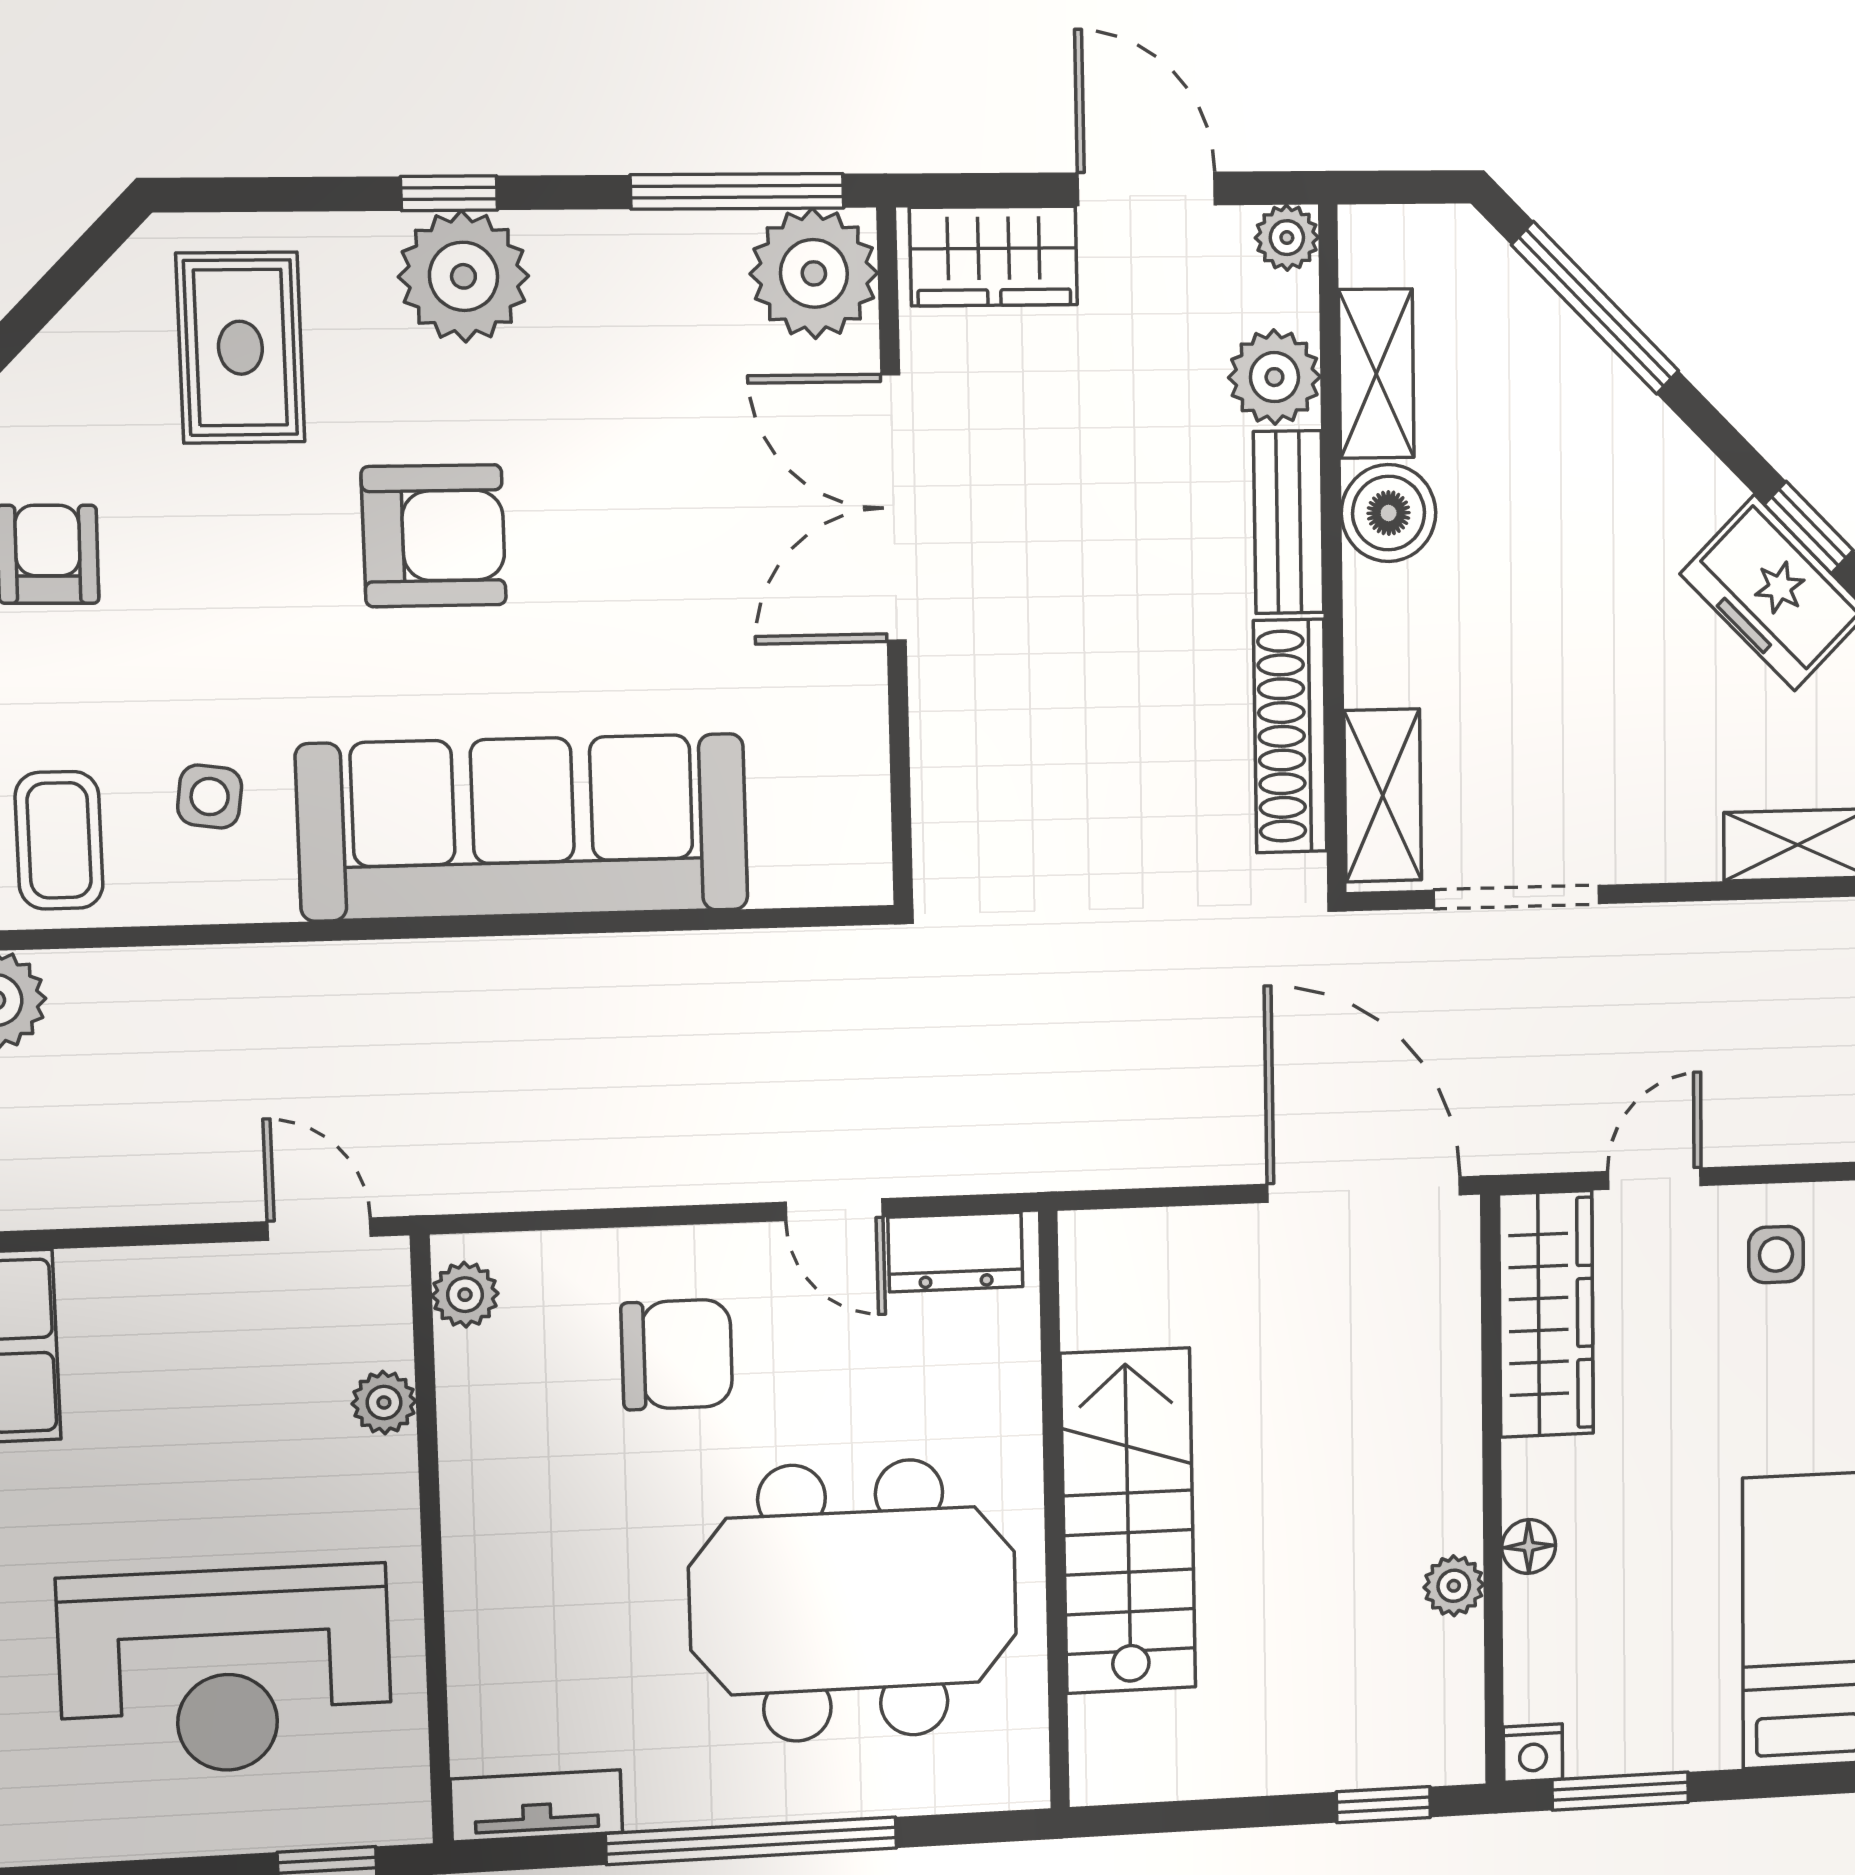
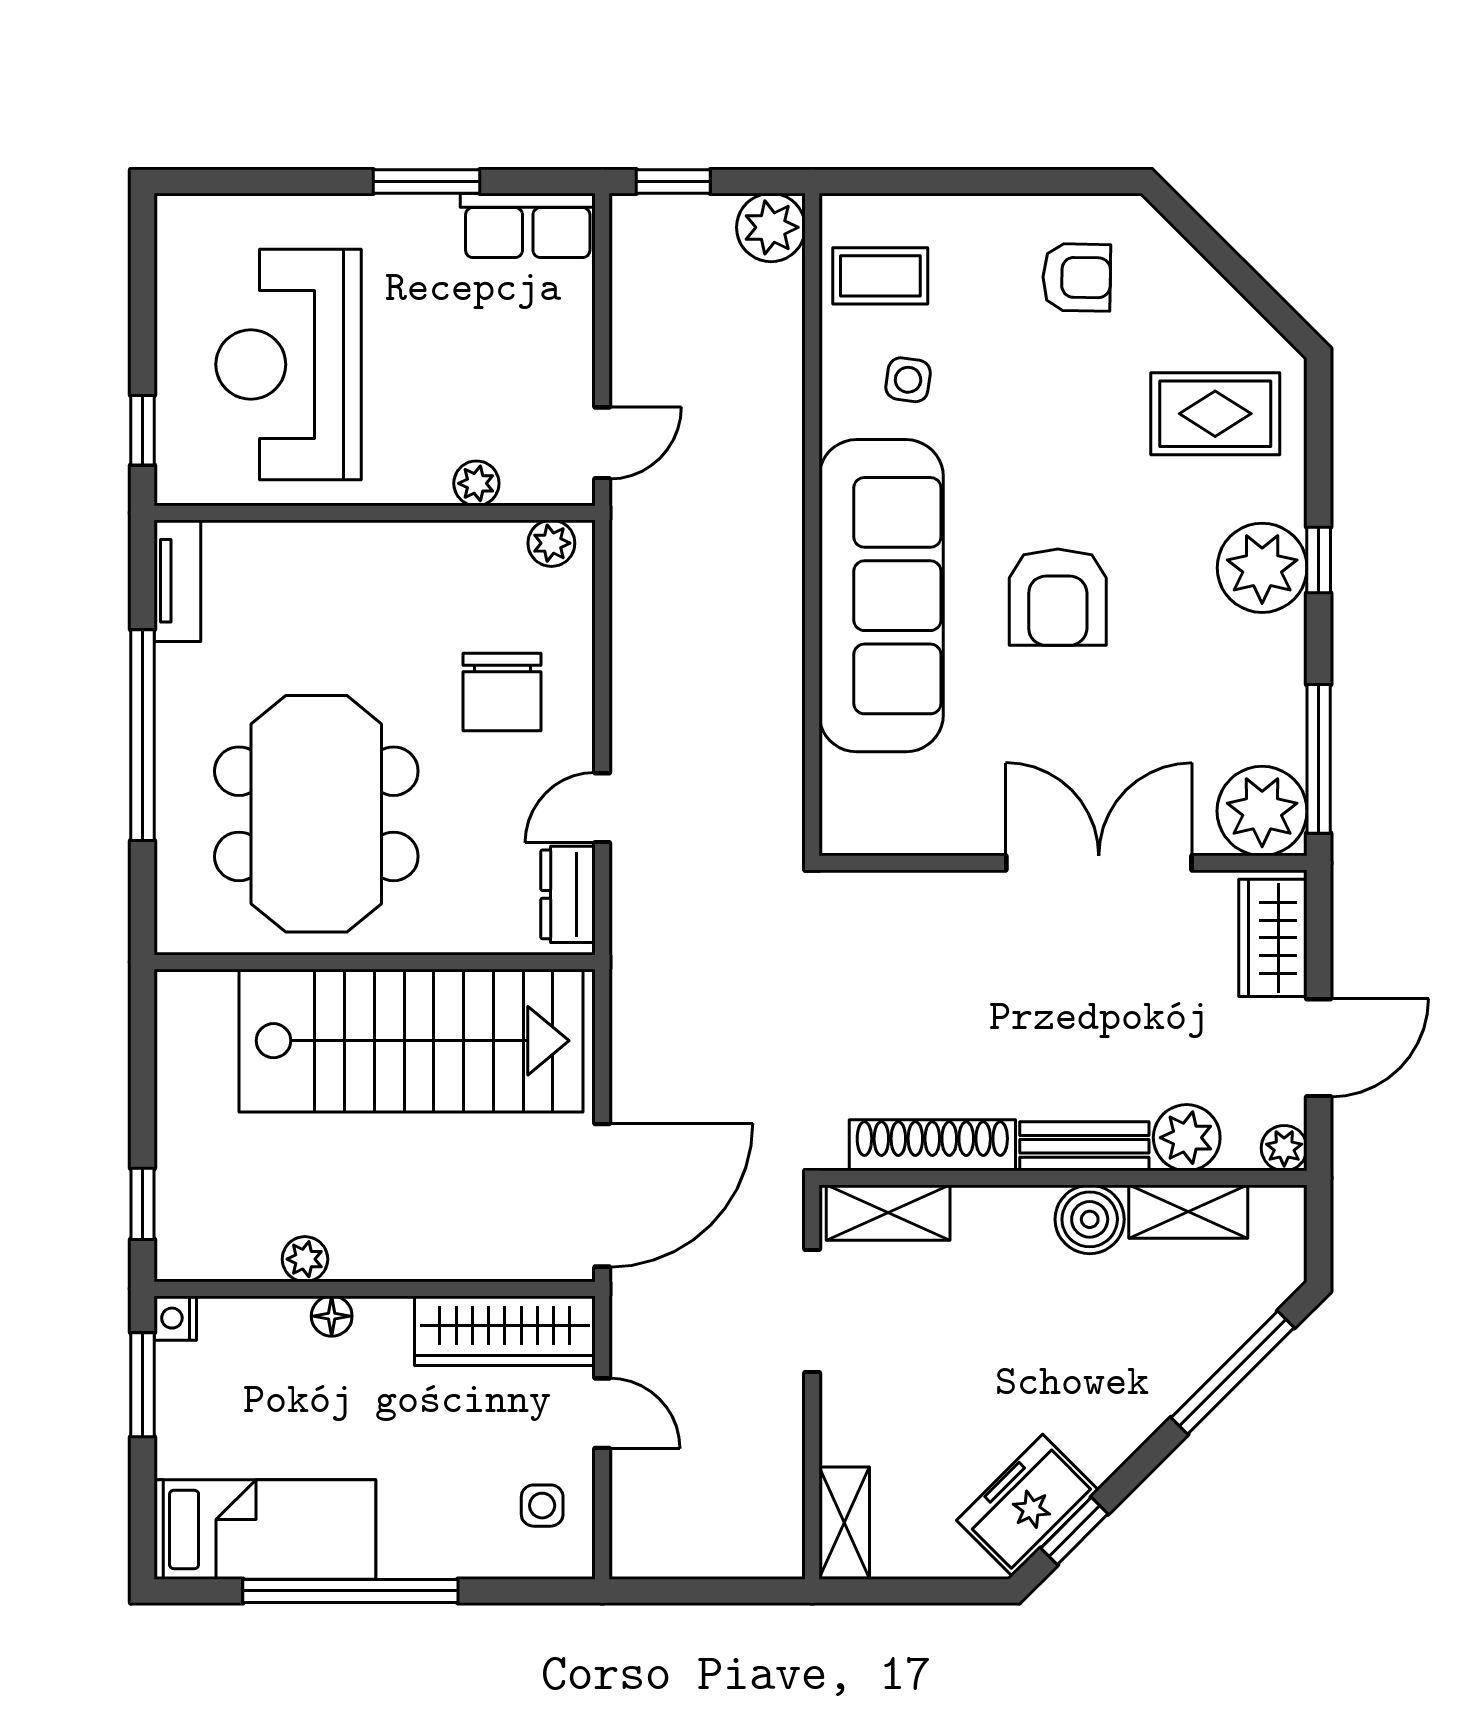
armchair: (434, 536) -> (1058, 597), moved
stairs: (1128, 1521) -> (411, 1041), width x1.36, depth x1.51

